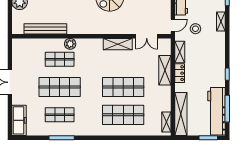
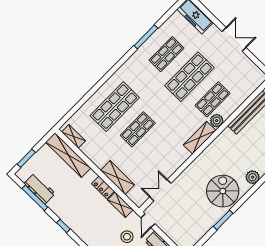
shelving: (118, 44) -> (200, 138), moved
shop shelf: (123, 87) -> (138, 129), width x0.70, depth x0.74
workbench: (216, 111) -> (40, 188), width x0.53, depth x0.76

